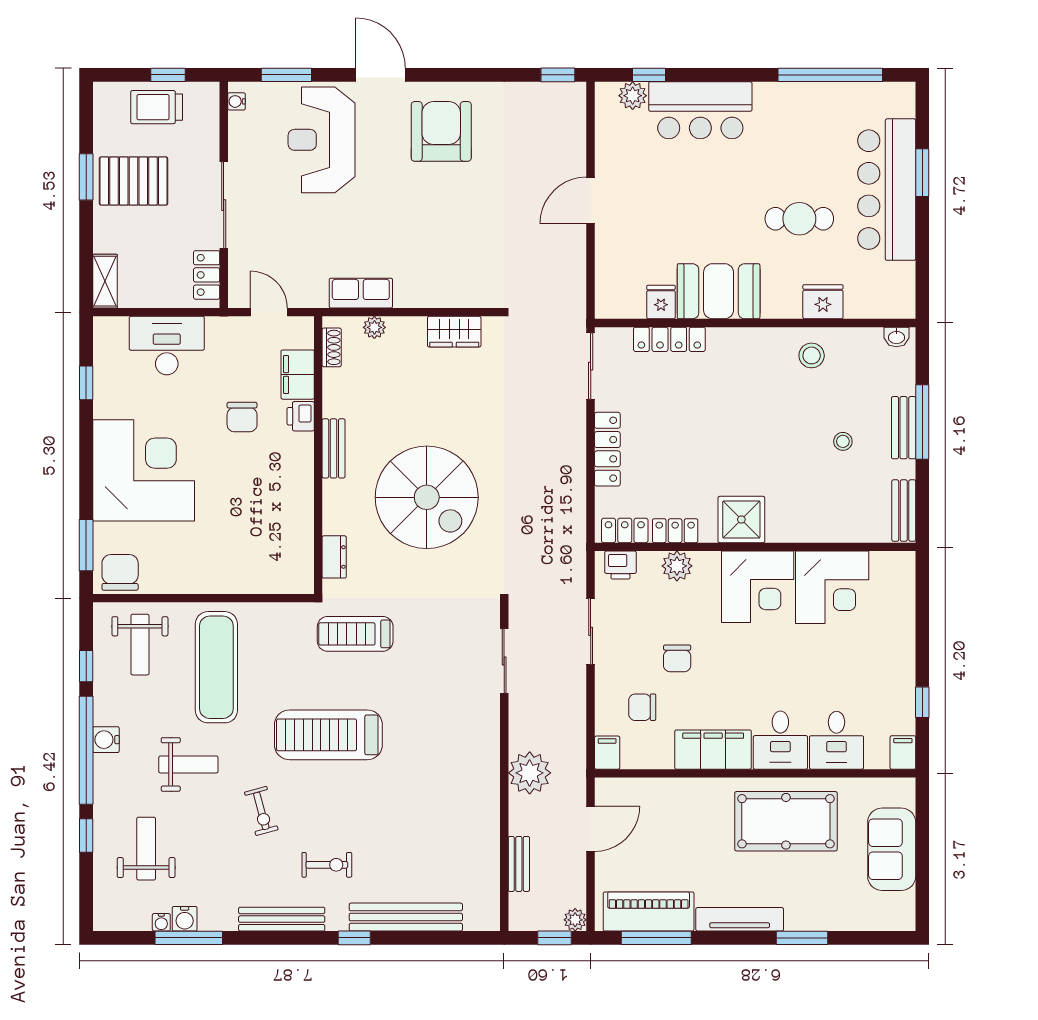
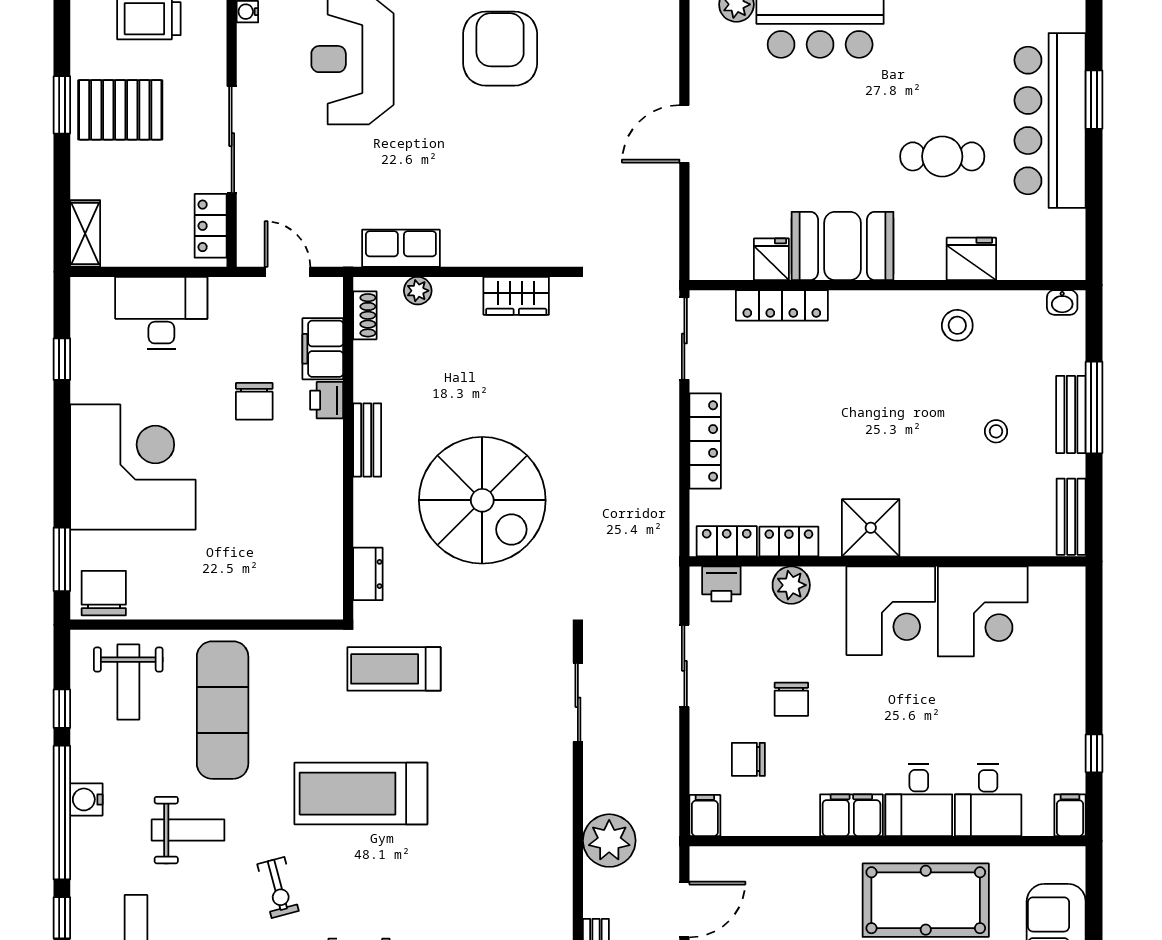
filing cabinet: (713, 750) -> (851, 815), width x0.67, depth x0.86

